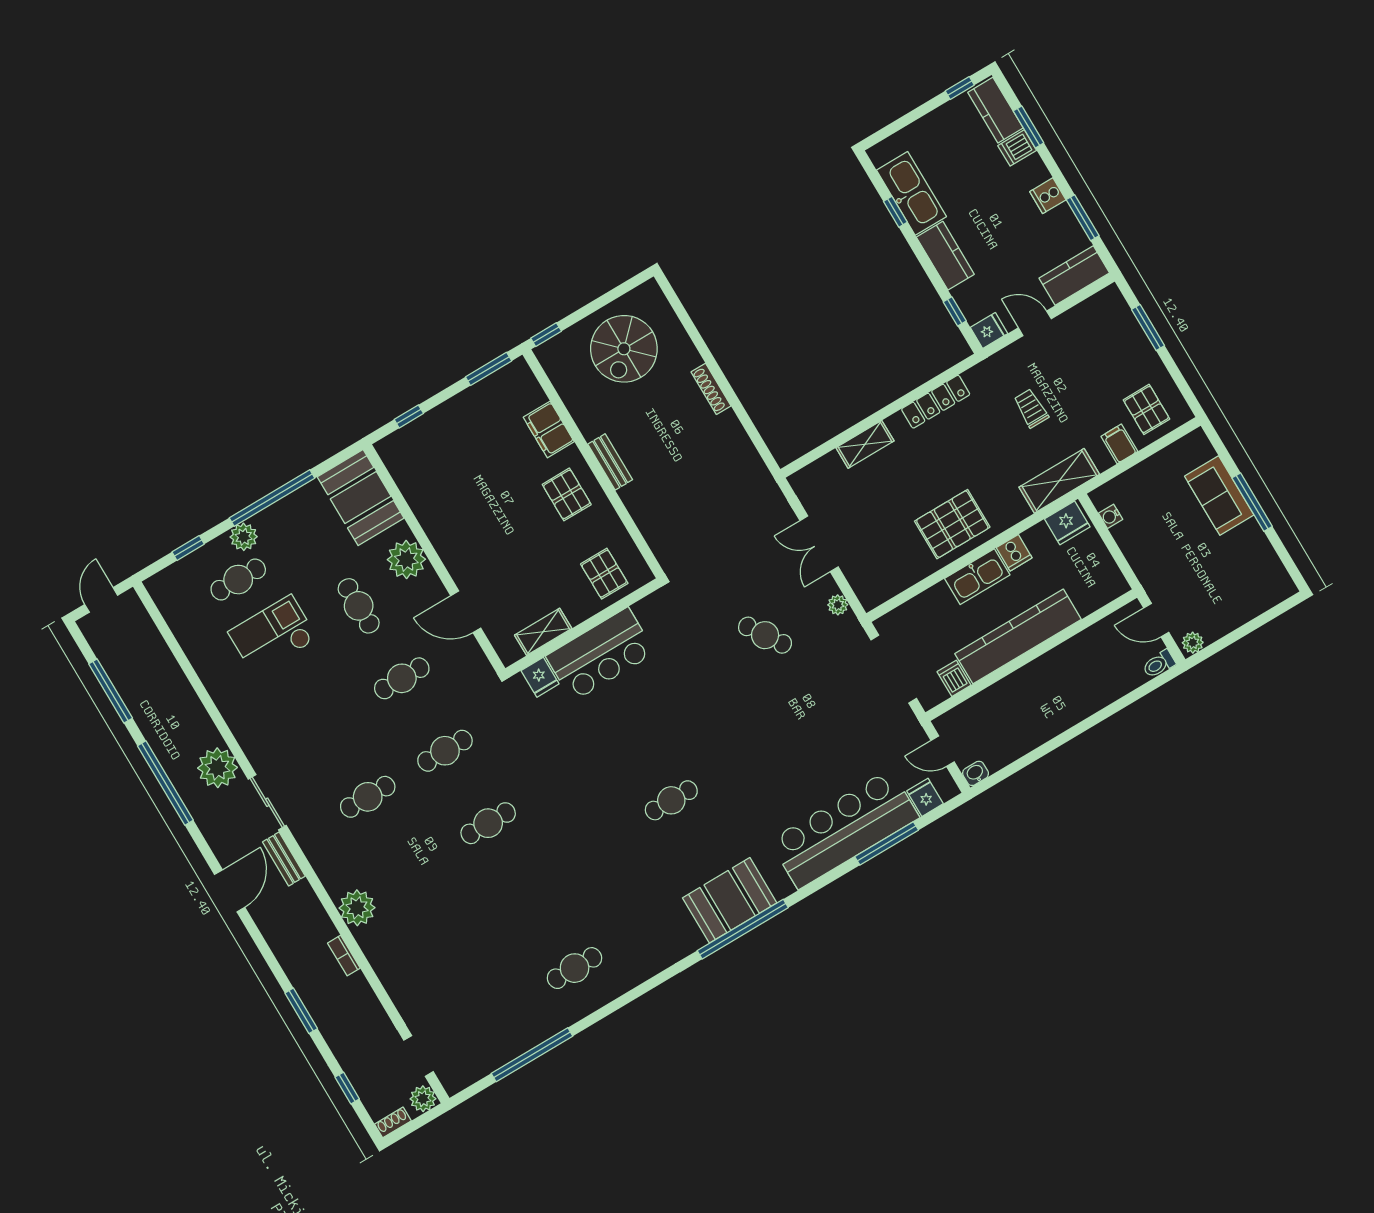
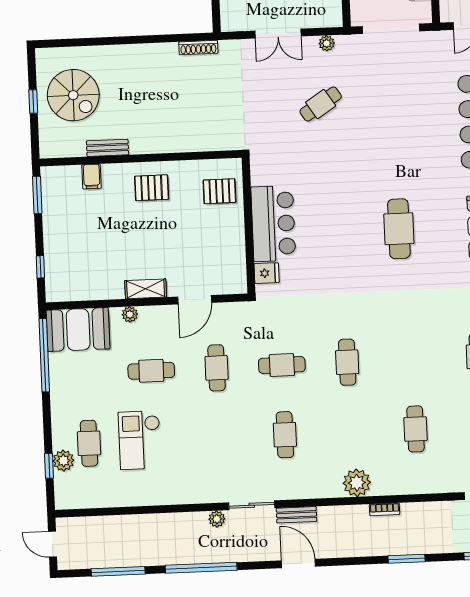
window: (546, 335) -> (33, 101), moved
shoe rack: (711, 389) -> (198, 48), moved
filing cabinet: (549, 429) -> (92, 176), width x0.50
bench: (610, 462) -> (107, 148), moved
window: (272, 498) -> (44, 355), moved
plant: (244, 537) -> (63, 461), moved
plant: (406, 559) -> (130, 314), width x0.53, depth x0.53
shelving: (543, 632) -> (146, 289), moved, turned 90
cafe table: (445, 751) -> (282, 365), turned 90
plant: (218, 768) -> (217, 519), width x0.53, depth x0.53
cafe table: (671, 800) -> (399, 229), width x1.37, depth x1.35
cafe table: (454, 942) -> (416, 429), added

